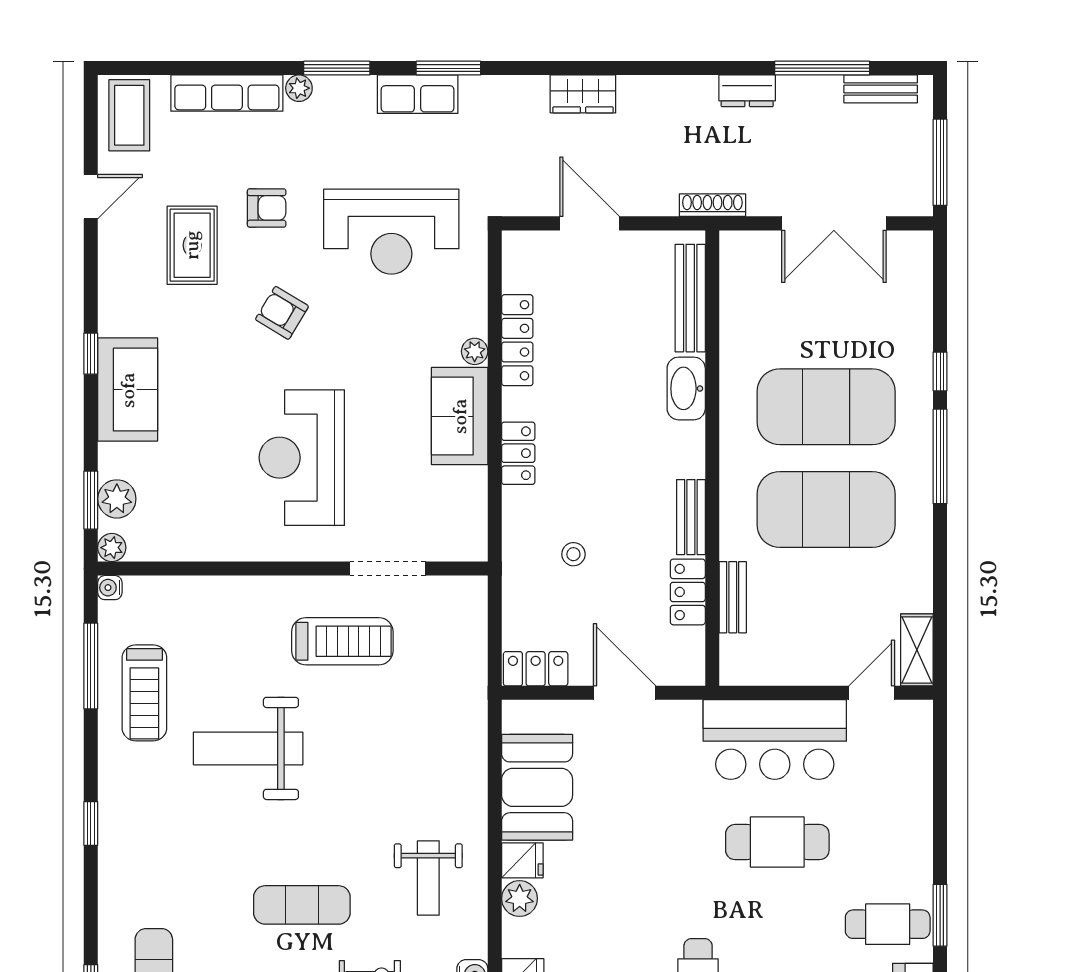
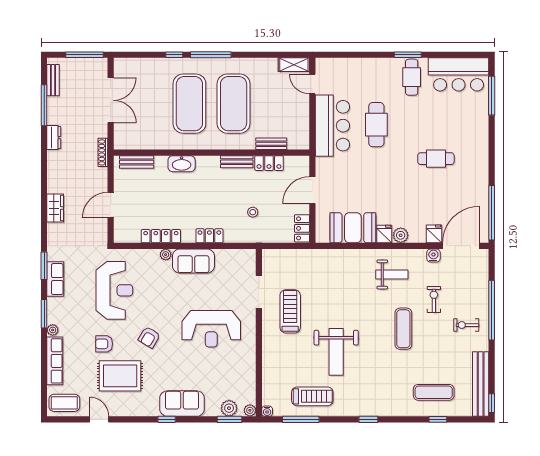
armchair: (267, 208) -> (104, 344), turned -90
rug: (192, 245) -> (120, 376), width x1.36, depth x1.43
bench: (690, 298) -> (137, 162), width x0.73

